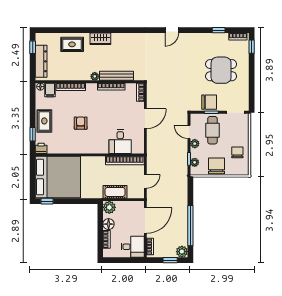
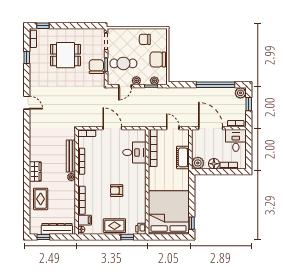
dining table: (221, 70) -> (65, 55), turned 90

